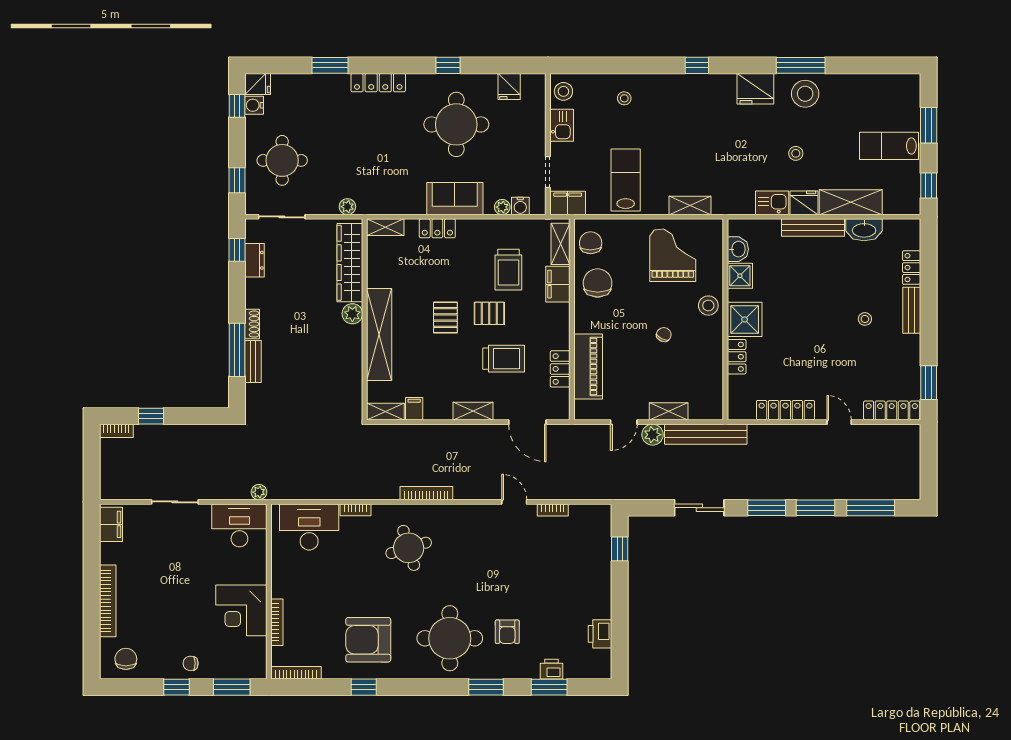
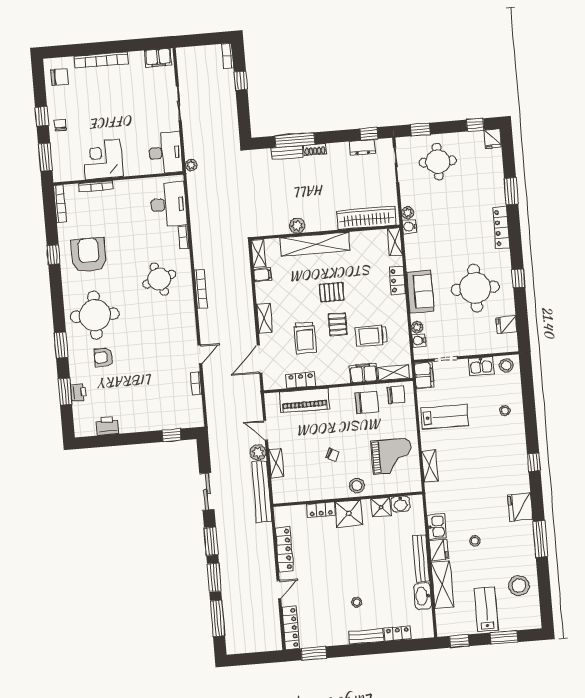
stool: (805, 94) -> (519, 586), moved
water cooler: (254, 105) -> (410, 227), moved, turned -90
plant: (352, 314) -> (297, 226), moved

